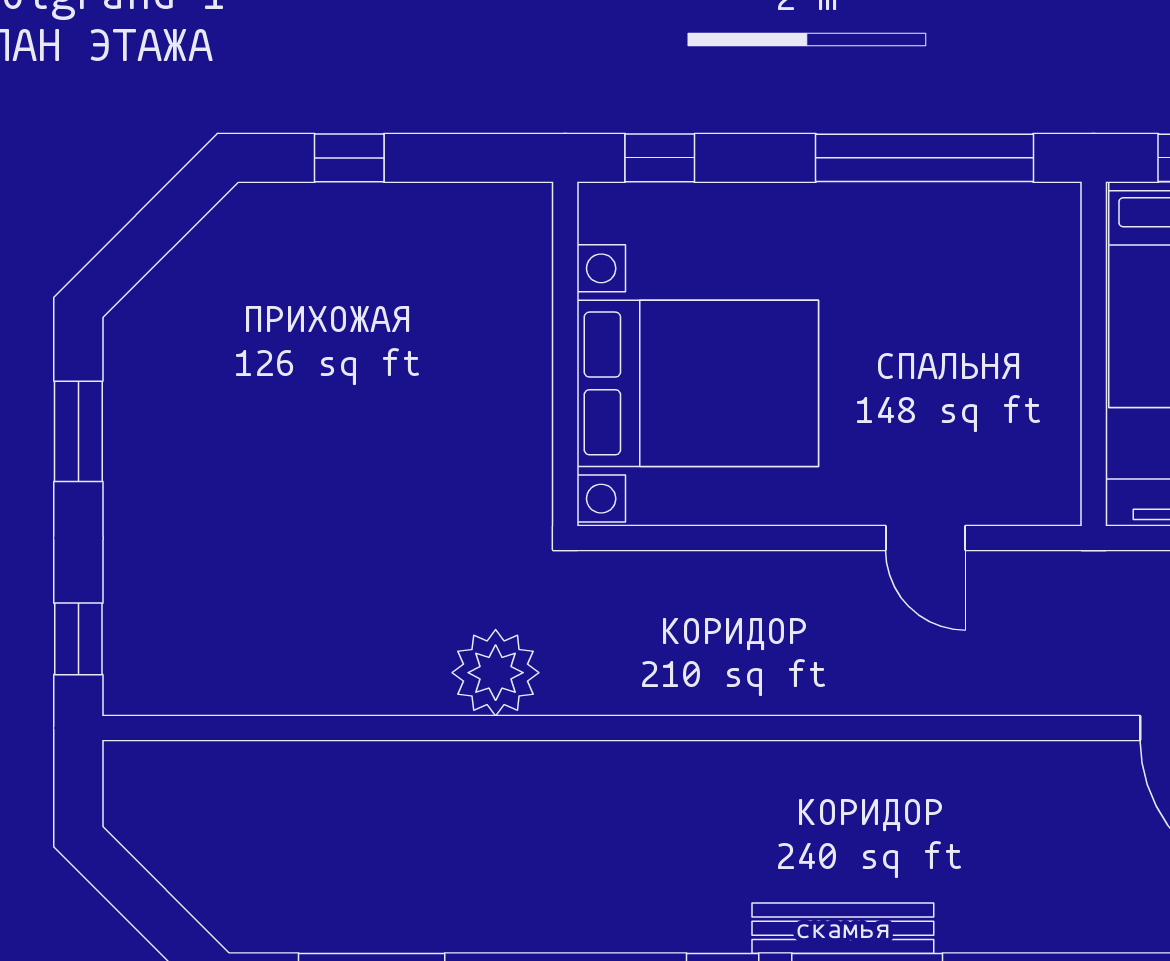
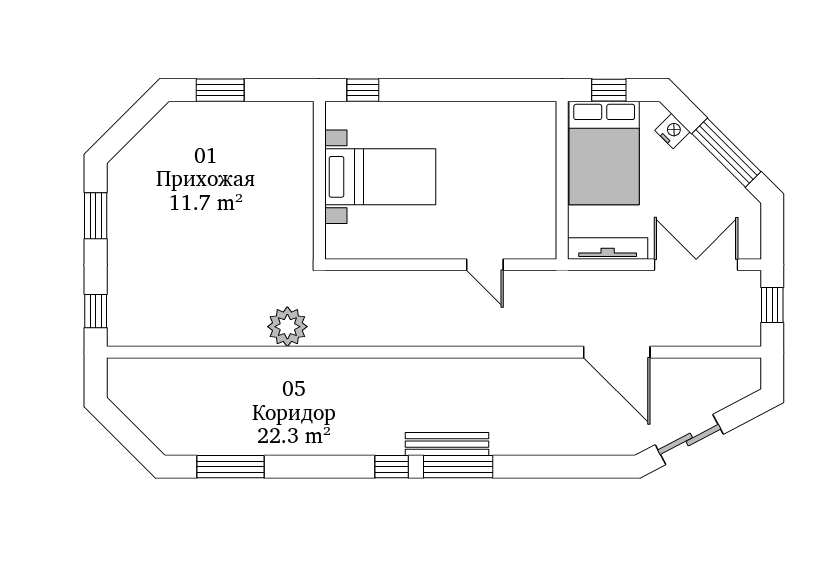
window: (349, 158) -> (220, 90), width x1.50
window: (924, 158) -> (484, 90), removed
bed with nightstands: (698, 383) -> (380, 177), width x0.73

